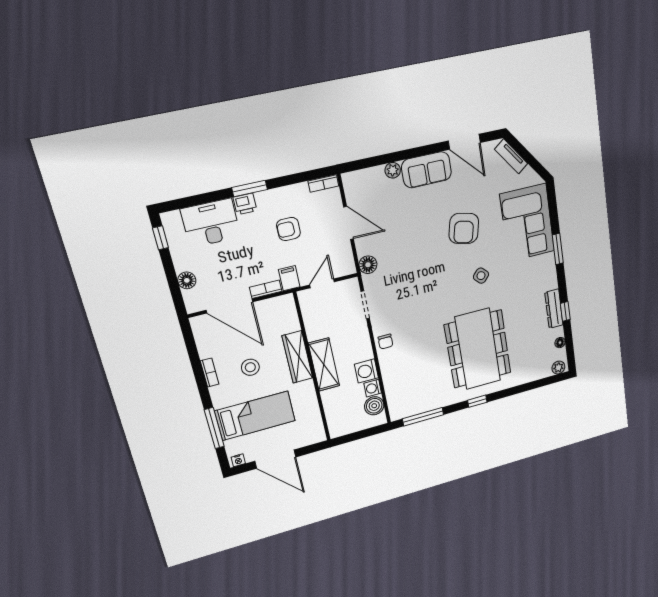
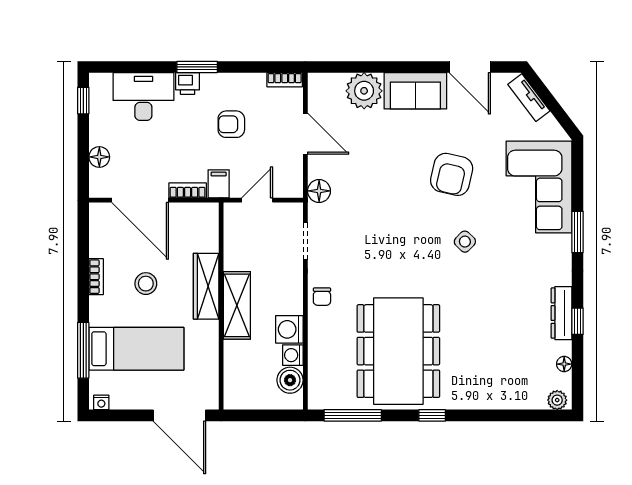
plant: (393, 170) -> (364, 91), width x1.87, depth x1.87
dining table: (478, 349) -> (398, 351), moved
door: (275, 459) -> (179, 415), moved

